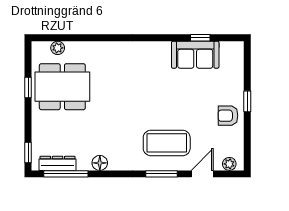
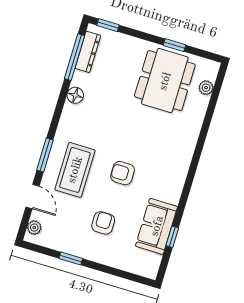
armchair: (157, 100) -> (123, 173), added
window: (247, 101) -> (71, 259), moved
armchair: (228, 116) -> (103, 223), moved

